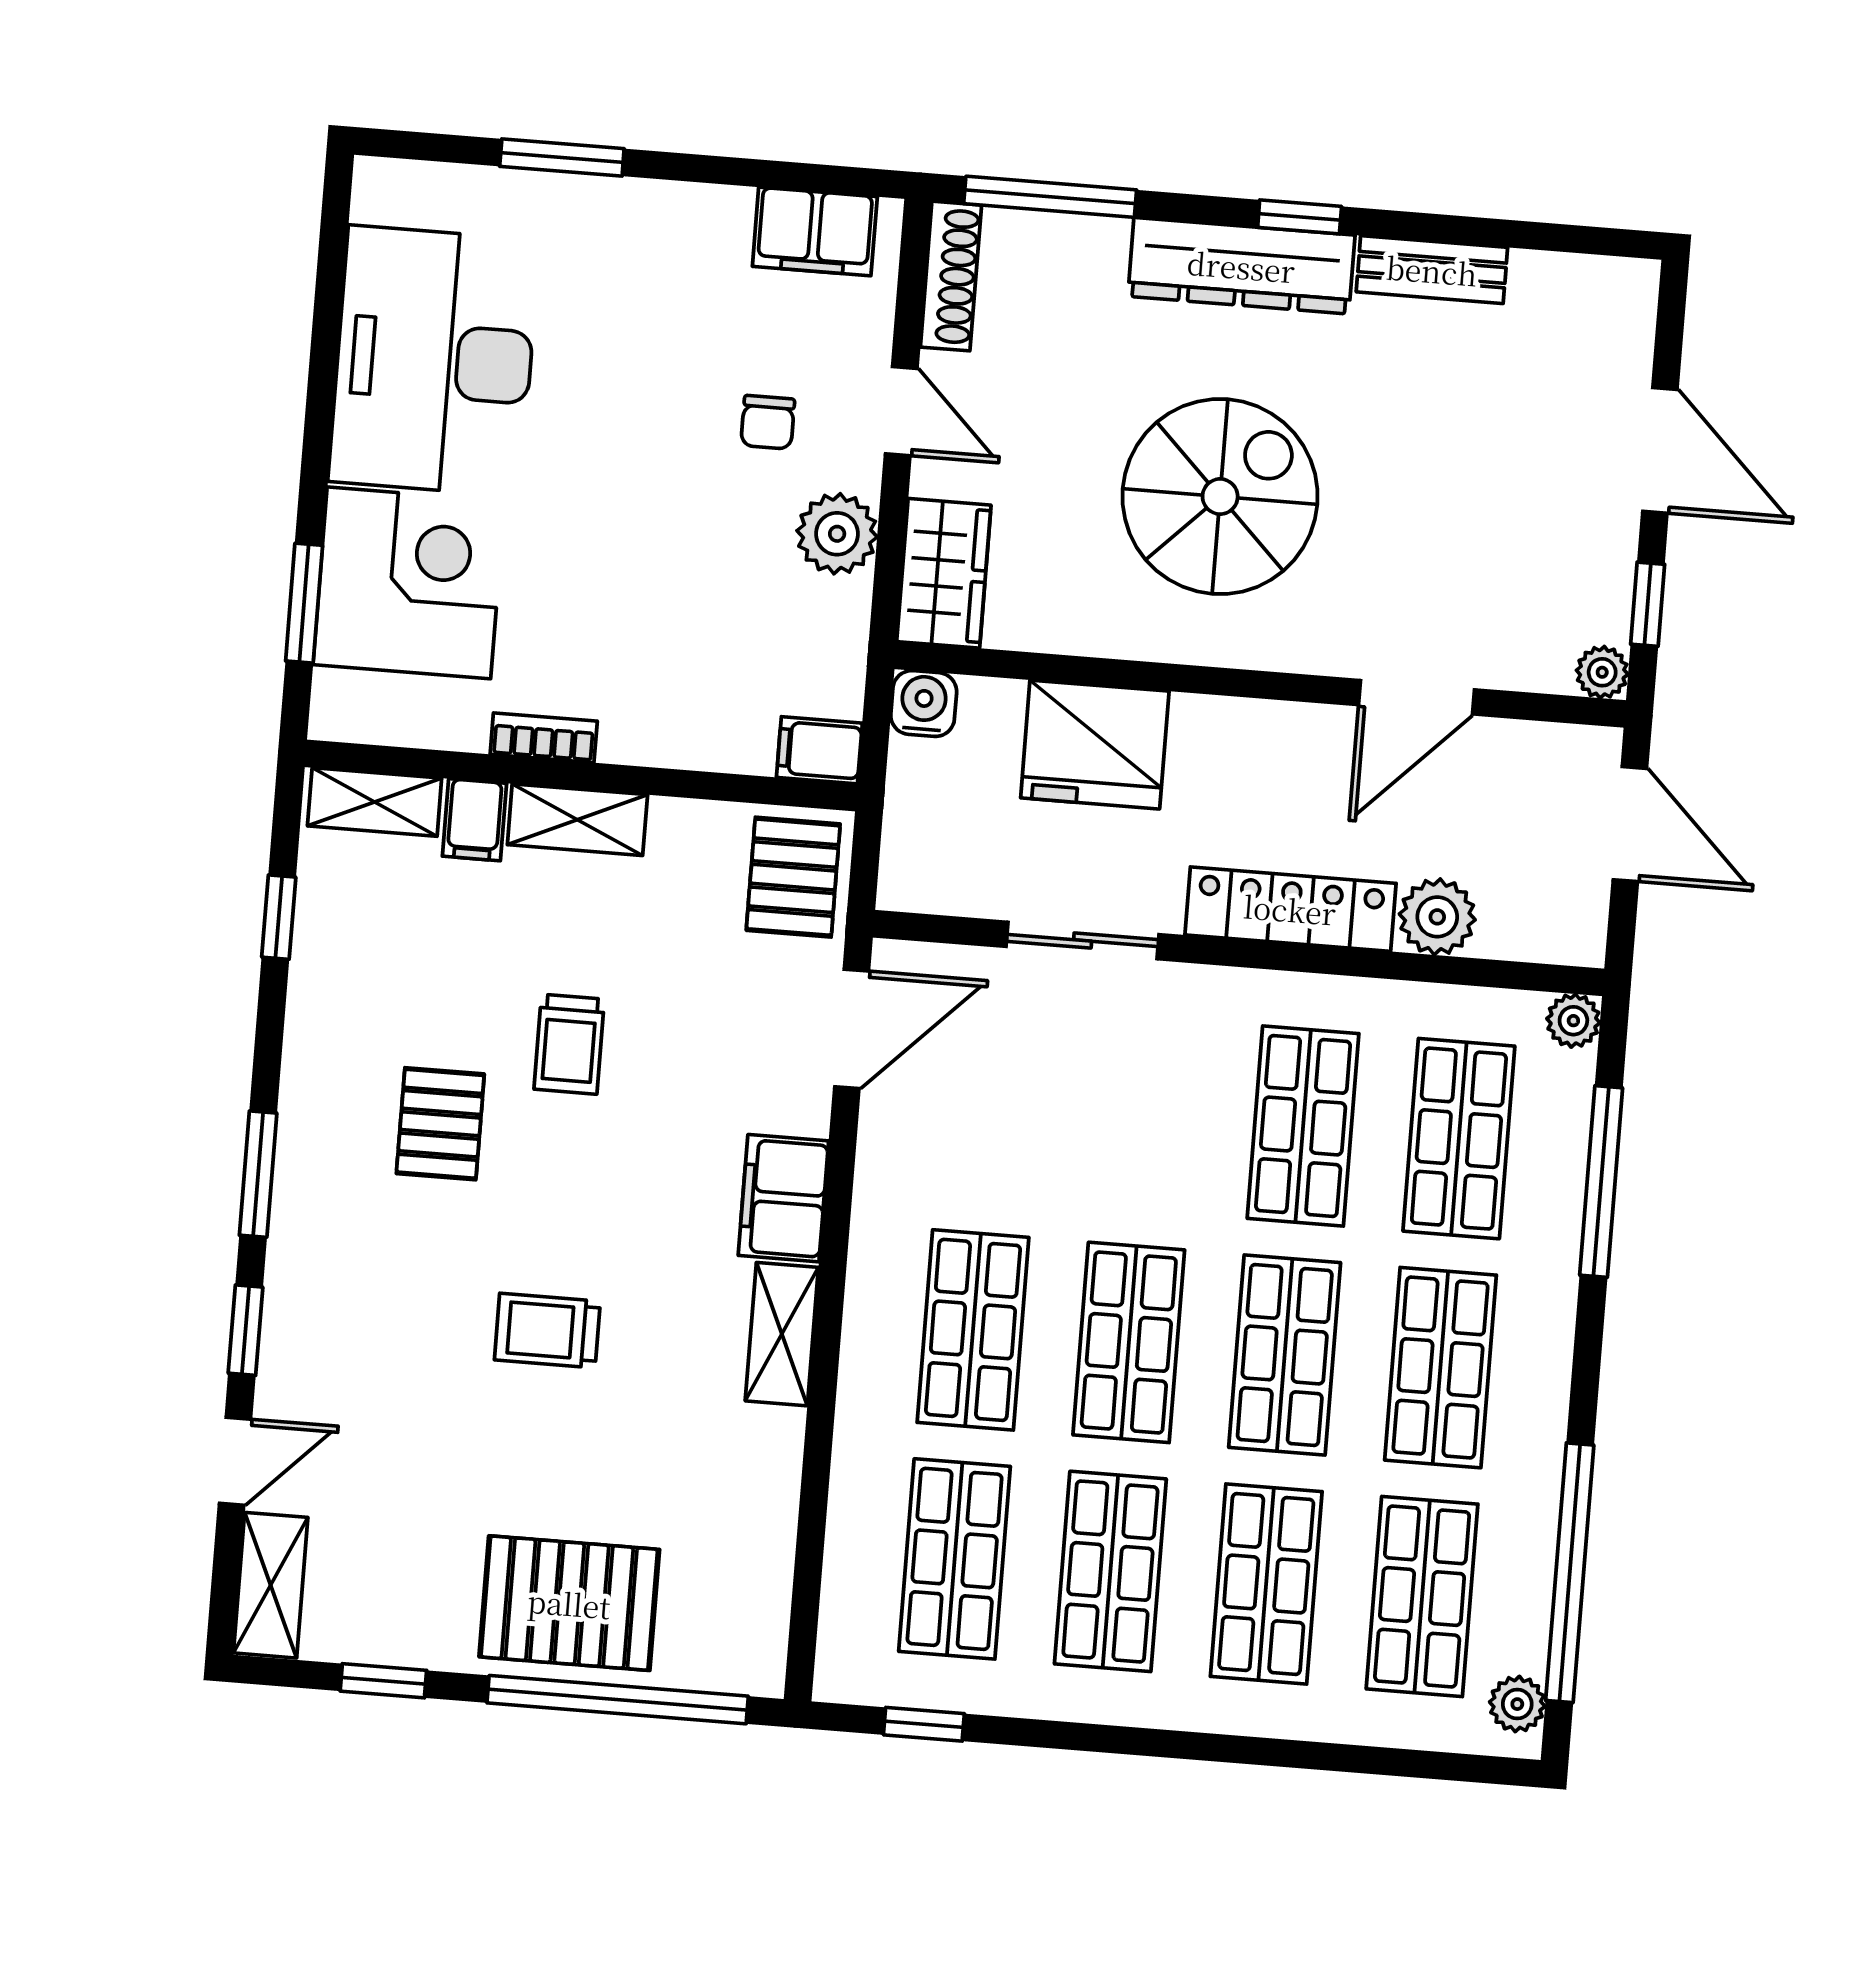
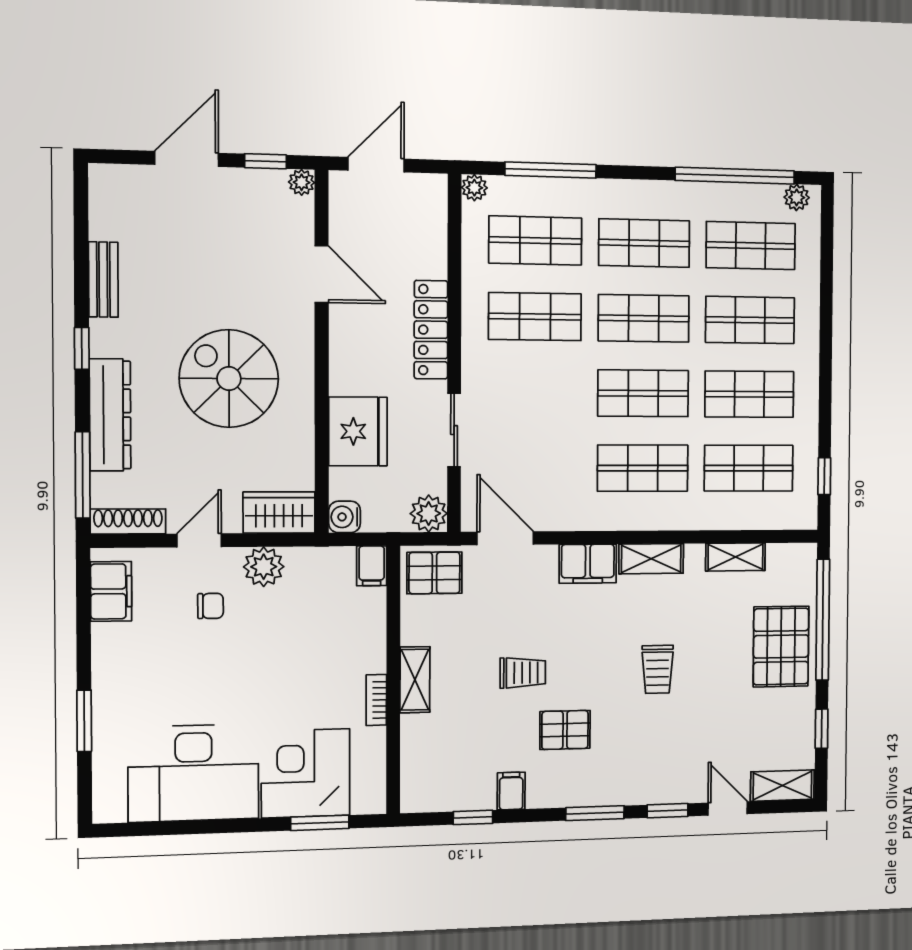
dresser: (1241, 266) -> (110, 415), moved
shelving: (375, 802) -> (735, 557), moved, turned 90
filing cabinet: (475, 820) -> (511, 791), moved, turned -90
plant: (1437, 917) -> (429, 514), moved

